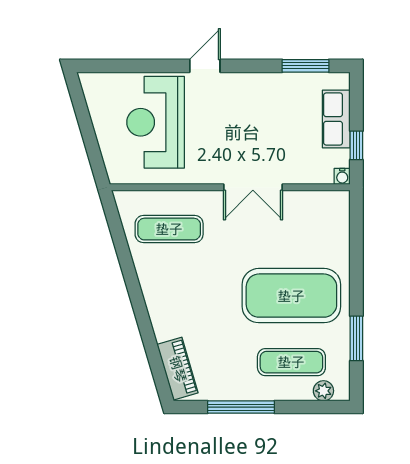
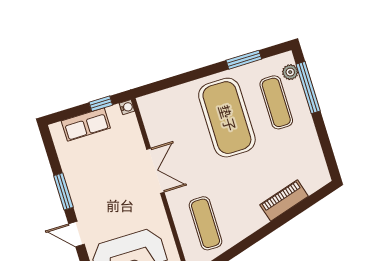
window: (306, 66) -> (63, 191), moved
piano: (178, 369) -> (284, 201), moved
window: (241, 407) -> (308, 88), moved

